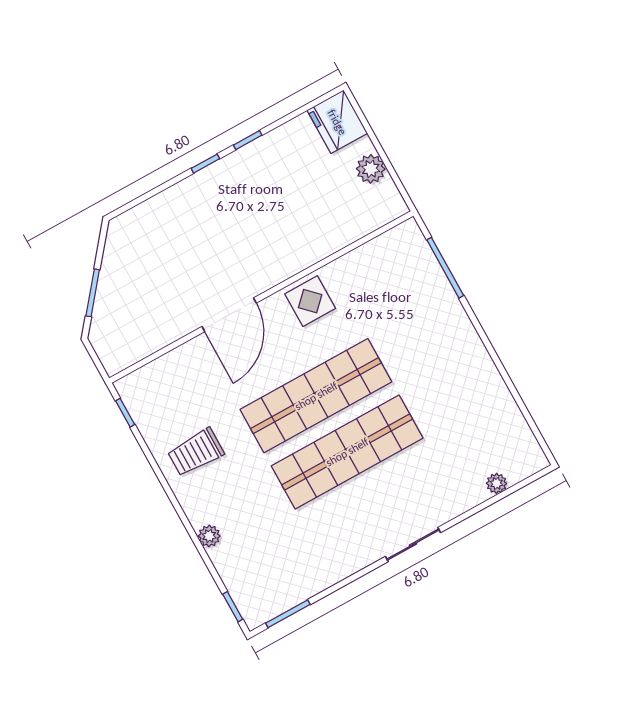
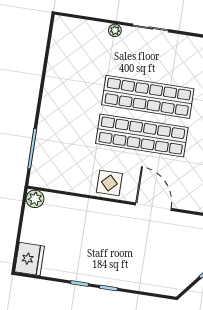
plant: (371, 169) -> (35, 199), moved
door: (229, 315) -> (153, 207), hinge flipped
plant: (497, 483) -> (115, 30), moved

